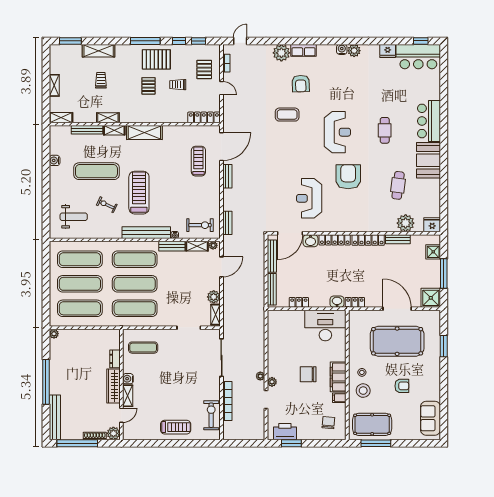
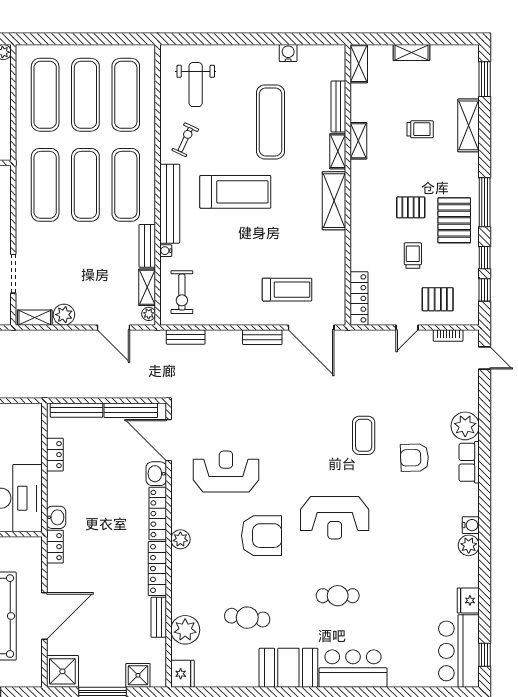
exercise bike: (107, 205) -> (185, 140), moved
plant: (350, 226) -> (180, 539), added

